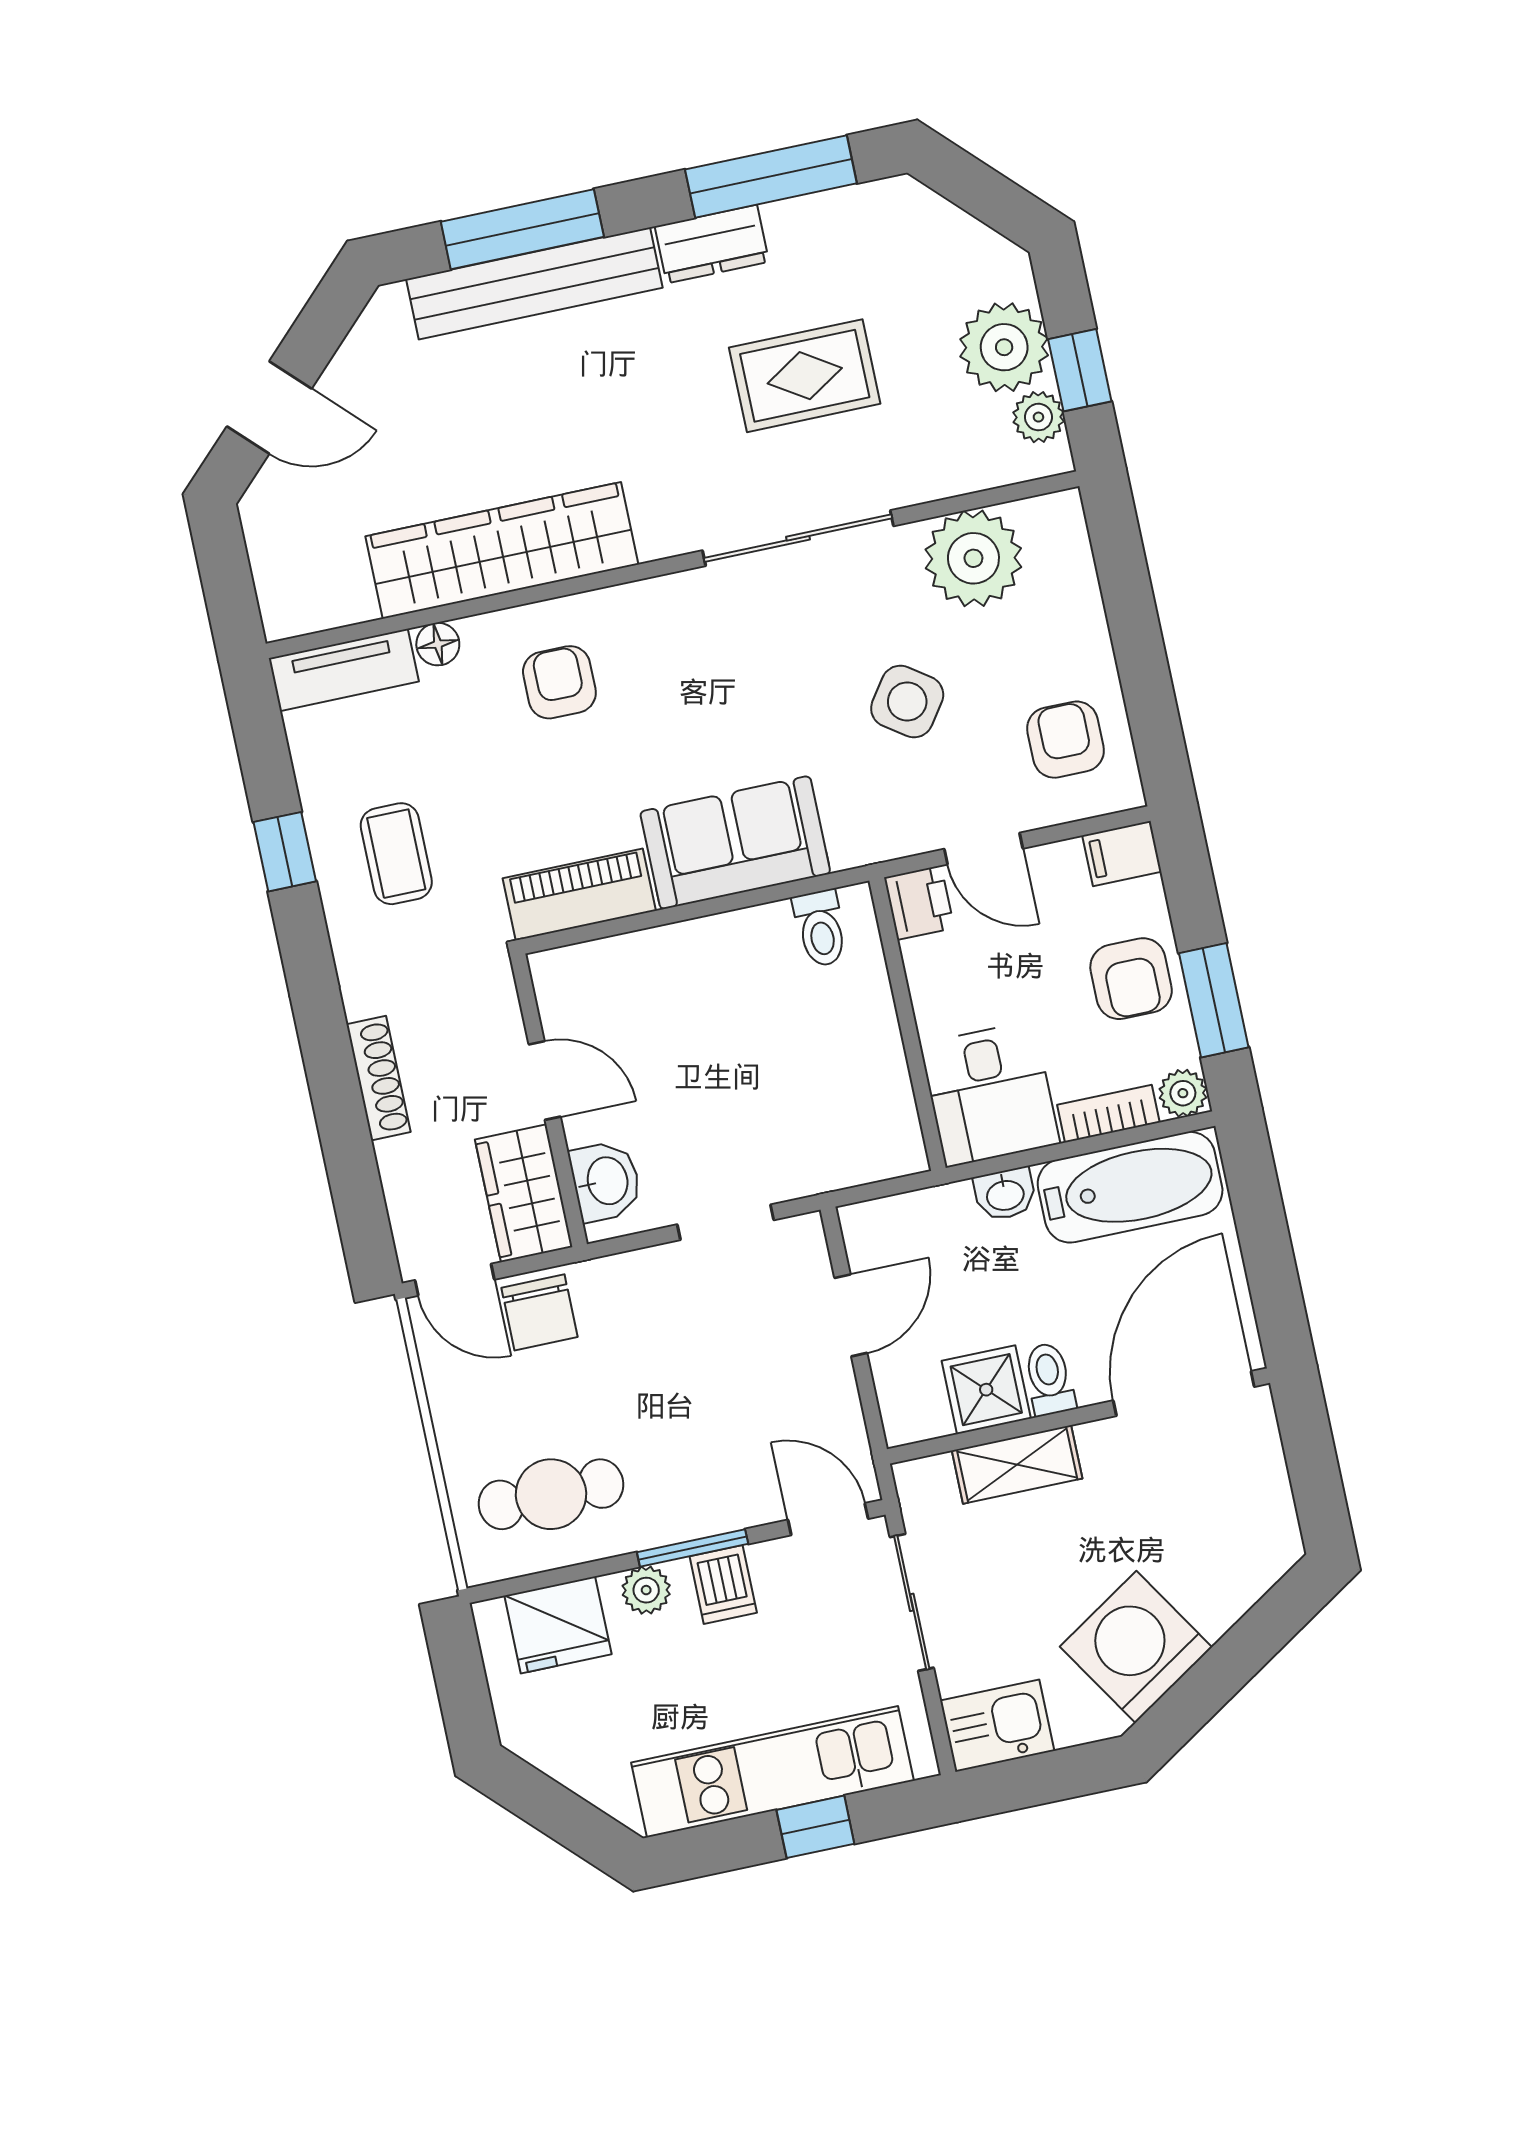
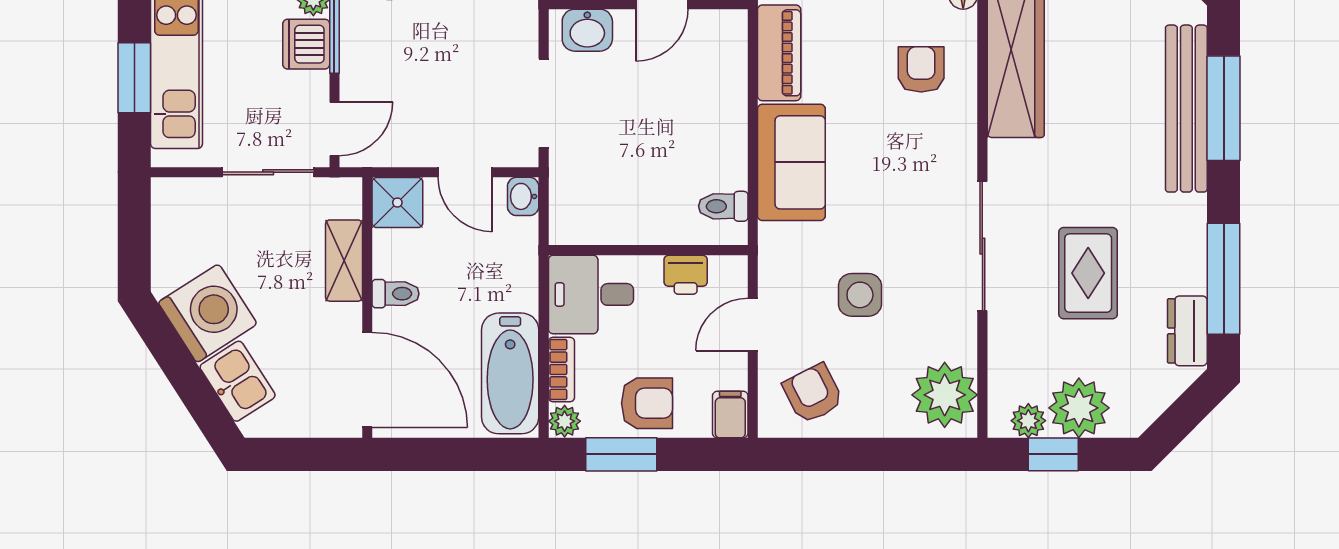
dresser: (712, 244) -> (1187, 331), moved
plant: (973, 558) -> (945, 395), moved
armchair: (559, 682) -> (921, 69), turned -90
side table: (907, 702) -> (860, 295), turned -35
armchair: (1065, 740) -> (813, 393), turned -117
printer: (919, 903) -> (686, 275), moved
armchair: (1131, 979) -> (647, 403), turned 180
washbasin: (1005, 1194) -> (523, 196), moved
doorway: (725, 1222) -> (544, 103), width x1.38
shower: (986, 1390) -> (397, 203), moved
dishwasher: (723, 1585) -> (306, 44), width x1.38
kitchen sink: (997, 1726) -> (238, 381), moved, turned -33
window: (815, 1827) -> (134, 78), width x1.50

